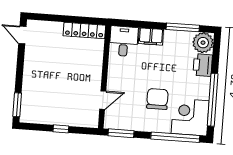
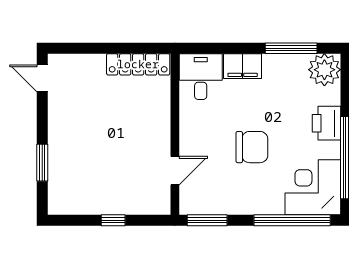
printer: (203, 65) -> (327, 123), moved
chair: (157, 99) -> (252, 147), moved, turned 90
window: (17, 105) -> (42, 163), moved

